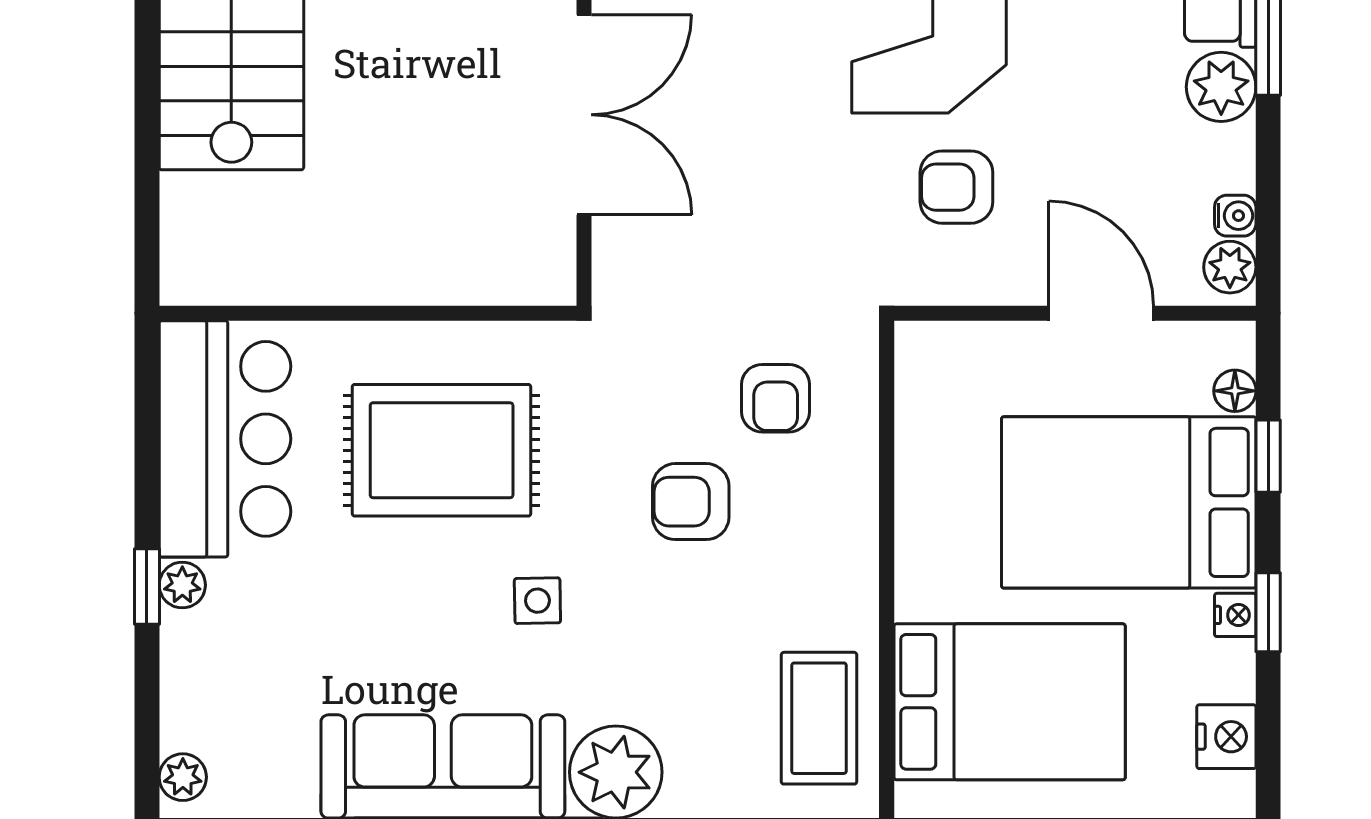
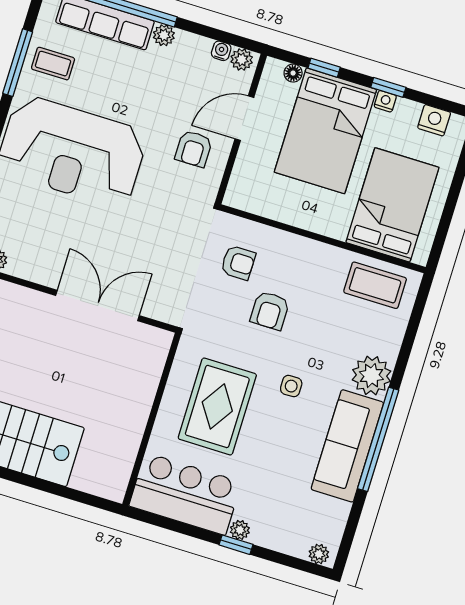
plant: (1221, 87) -> (164, 35), width x0.73, depth x0.73
armchair: (956, 187) -> (194, 149), moved

